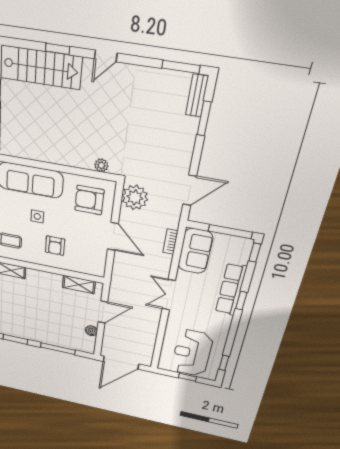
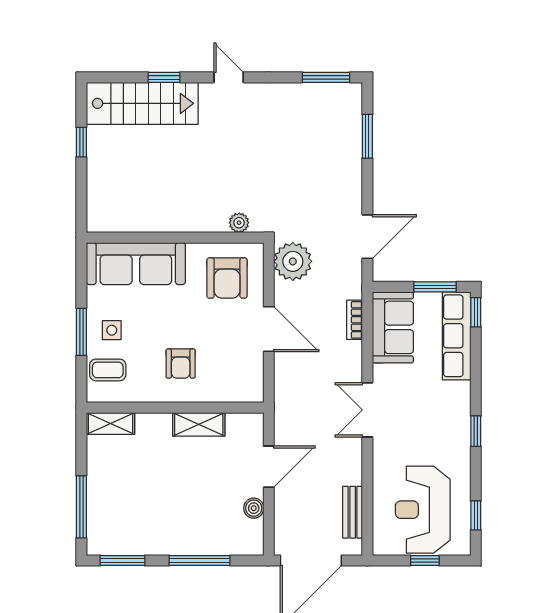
door: (106, 56) -> (229, 77), swing flipped
bench: (197, 96) -> (353, 512), moved
armchair: (89, 200) -> (227, 278), turned -90
side table: (37, 216) -> (112, 330), moved
window: (230, 232) -> (435, 287), width x0.69
shelving: (79, 285) -> (199, 424), moved
row of seats: (231, 289) -> (457, 336), moved
window: (241, 301) -> (476, 431), moved

